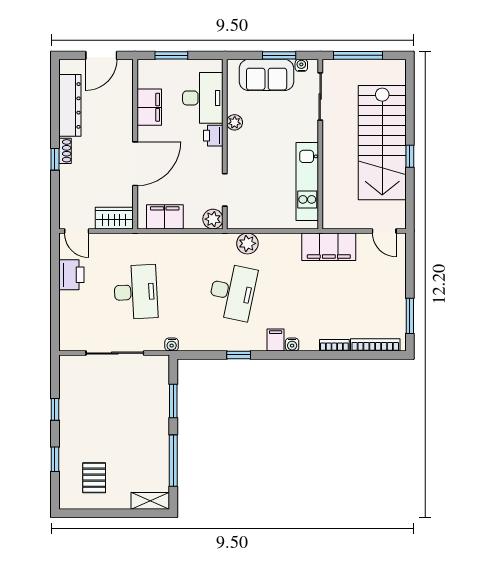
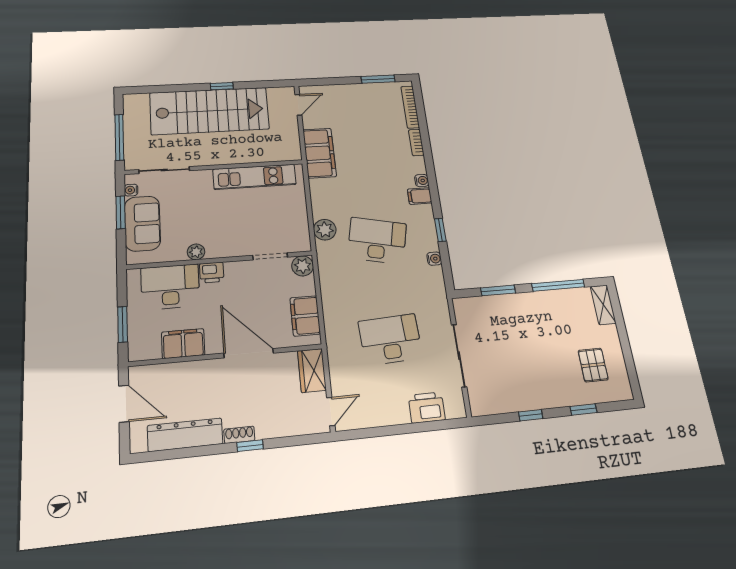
printer: (71, 275) -> (427, 408), moved
water cooler: (172, 345) -> (434, 259), moved
pallet: (94, 478) -> (593, 365), turned 90

